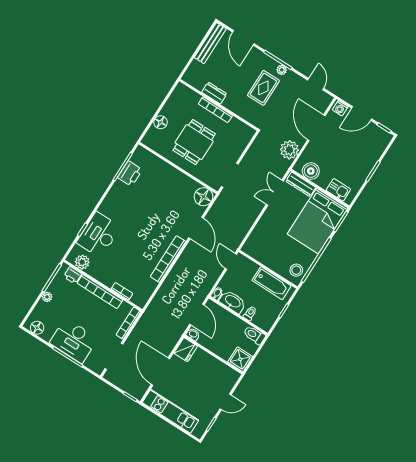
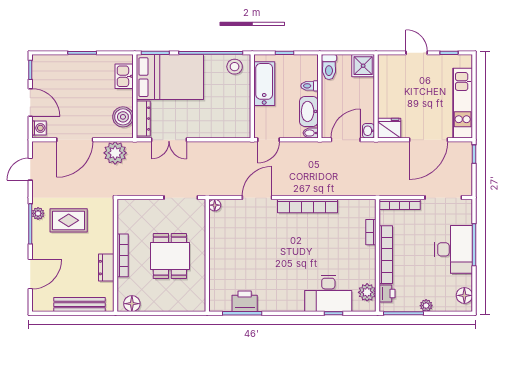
bench: (210, 43) -> (79, 305), moved
floor lamp: (161, 122) -> (132, 304), moved
dining table: (194, 142) -> (170, 256), turned 90
floor lamp: (204, 197) -> (215, 205), width x0.53, depth x0.53

